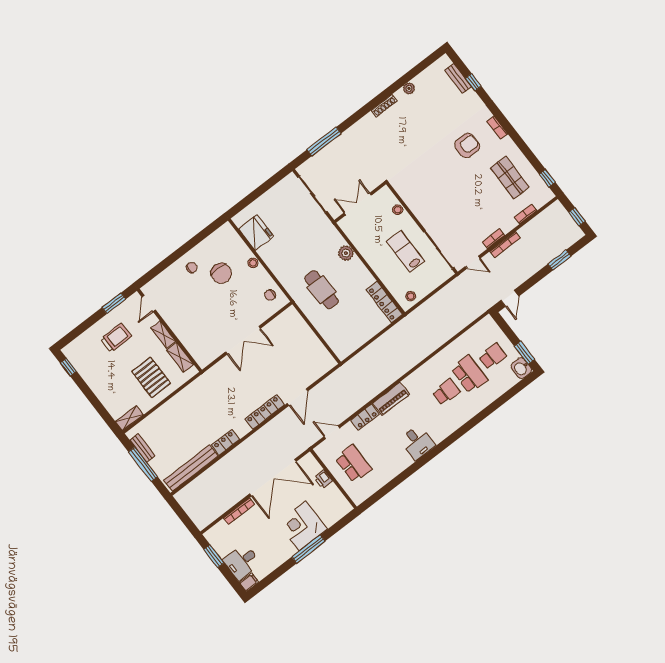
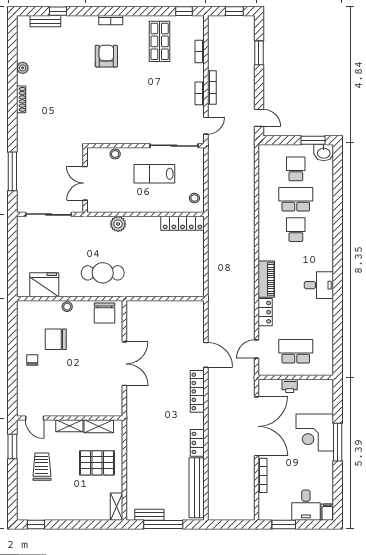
shop shelf: (510, 177) -> (160, 41), turned 90
chair: (221, 273) -> (56, 339), turned 180
cafe table: (322, 290) -> (103, 273), moved
chair: (270, 295) -> (105, 313), width x1.87, depth x1.87

